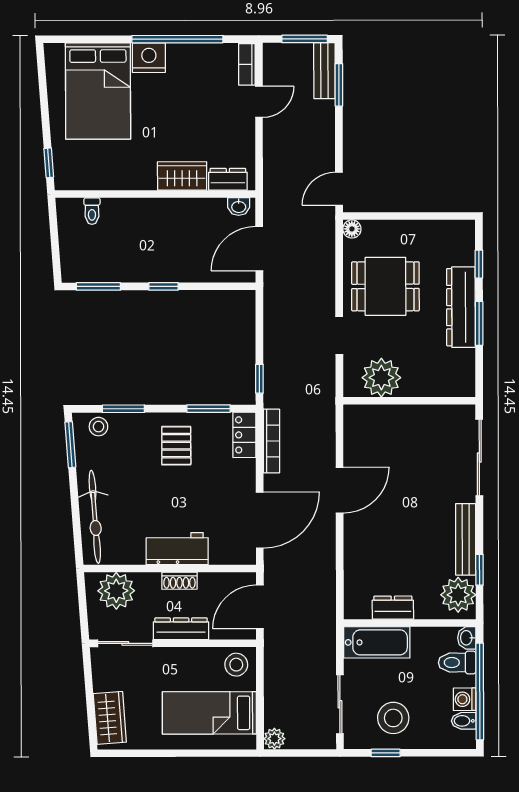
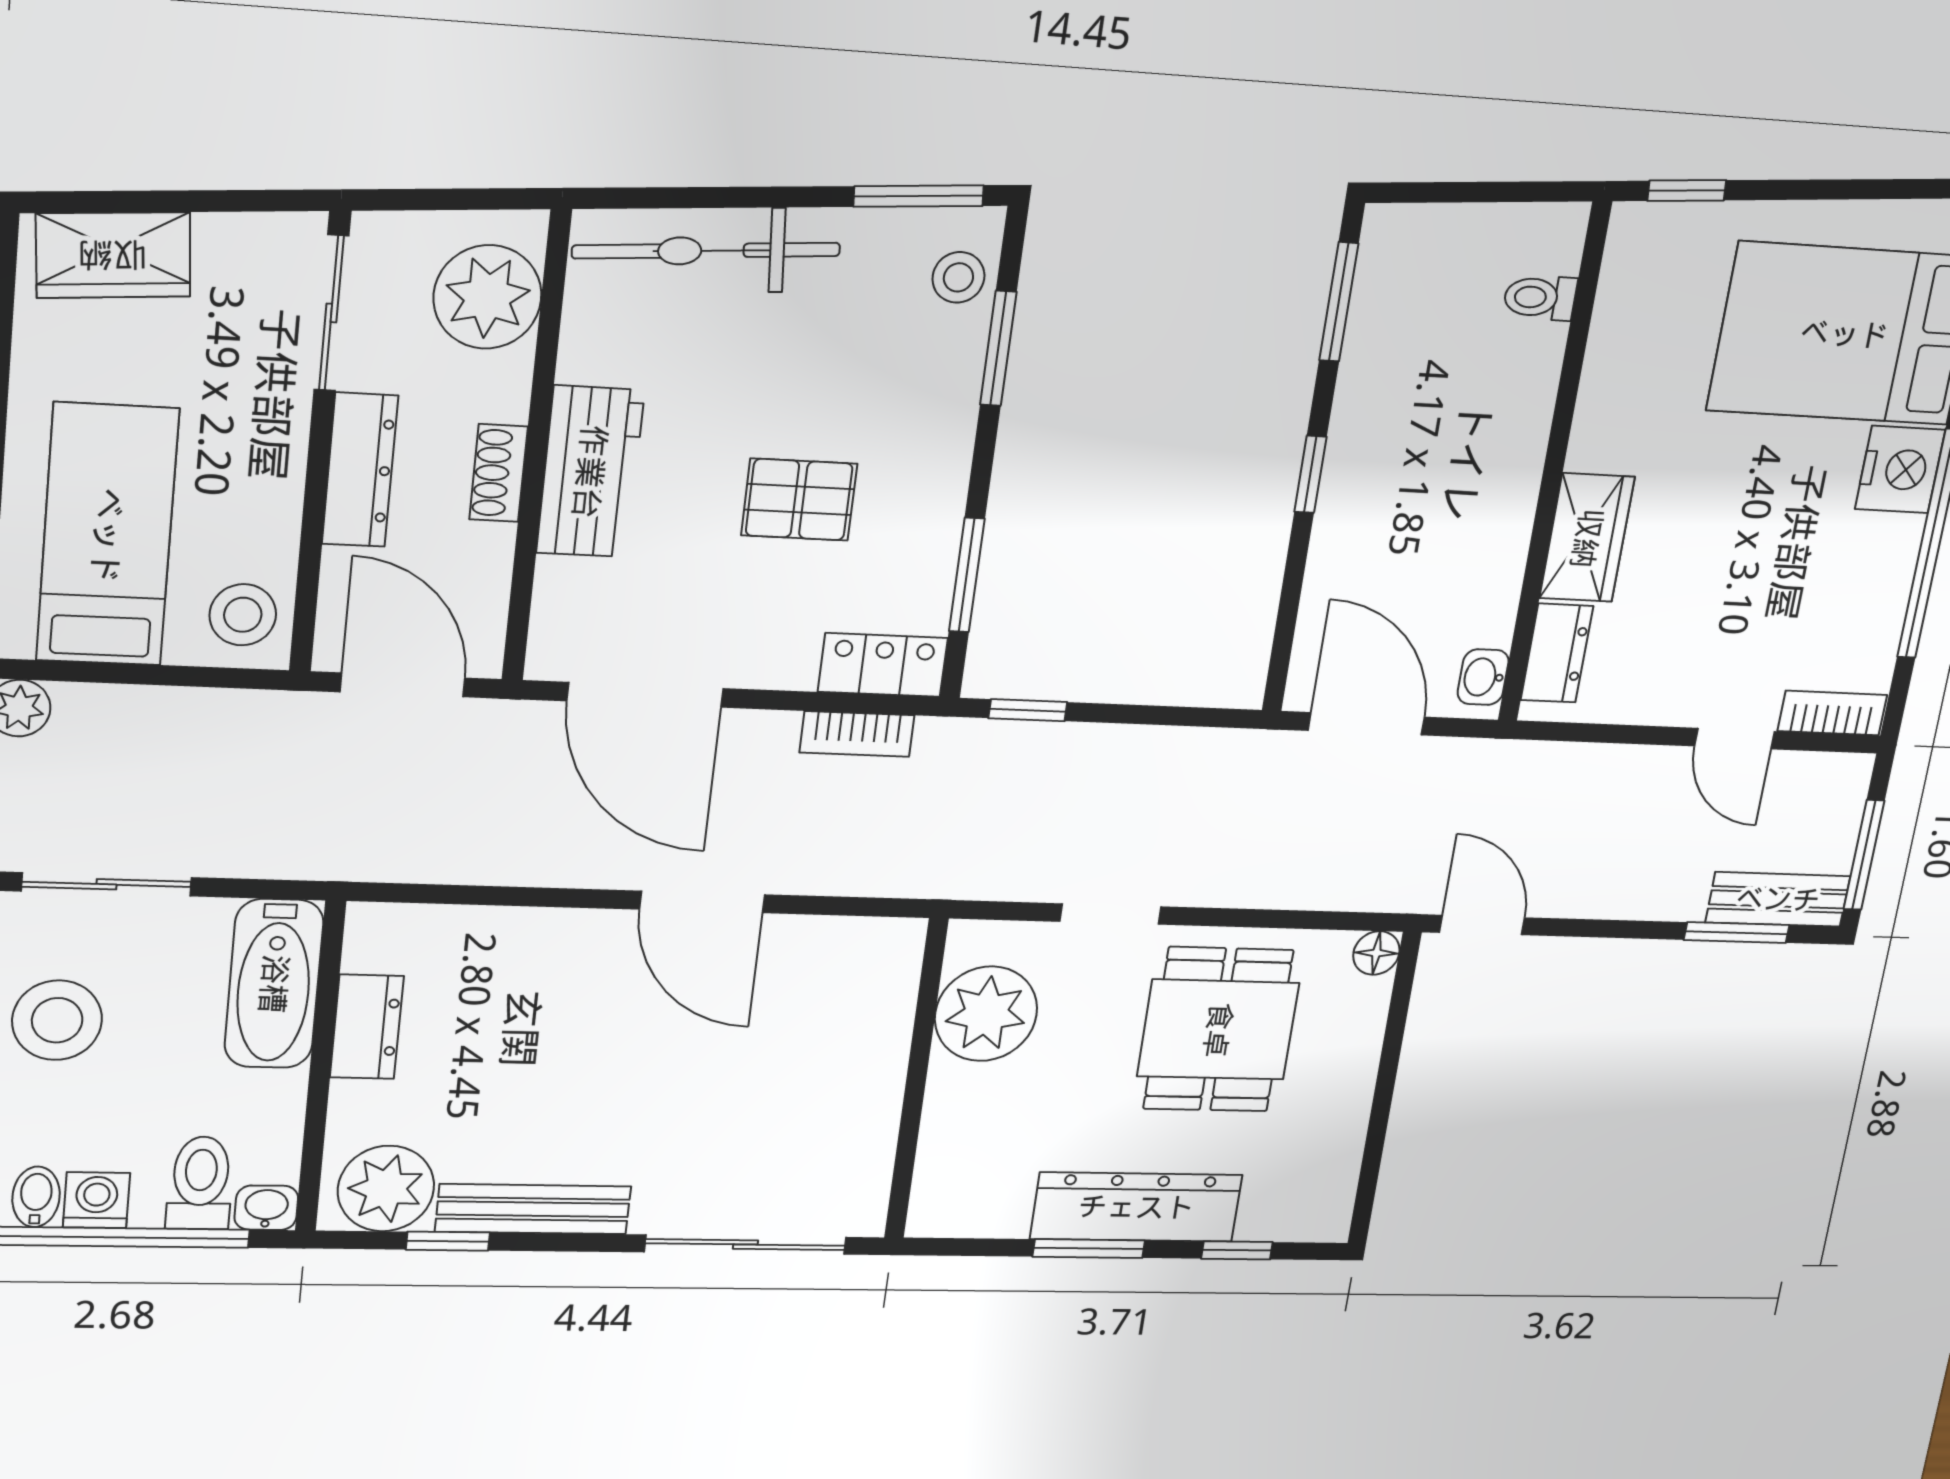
bookcase: (271, 441) -> (857, 734), width x0.64
pallet: (176, 446) -> (799, 500), moved

